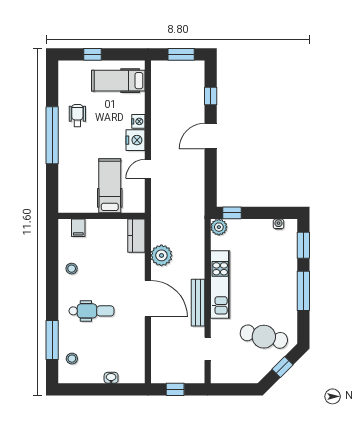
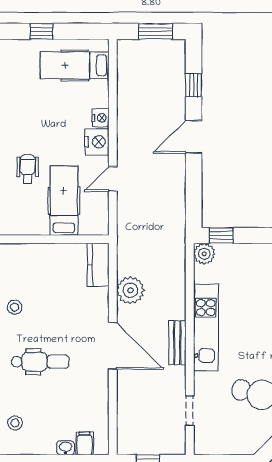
wheelchair: (77, 116) -> (28, 169), moved
filing cabinet: (78, 228) -> (84, 443), moved, turned 180
bench: (198, 303) -> (177, 343), width x0.73

